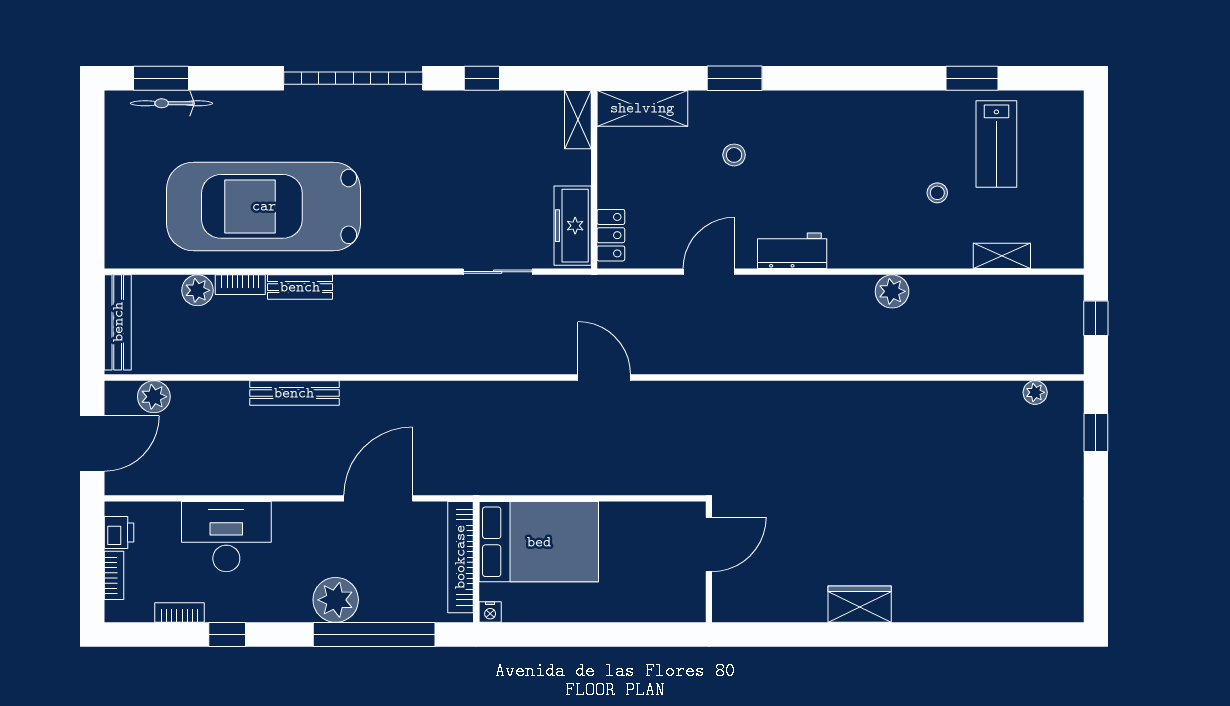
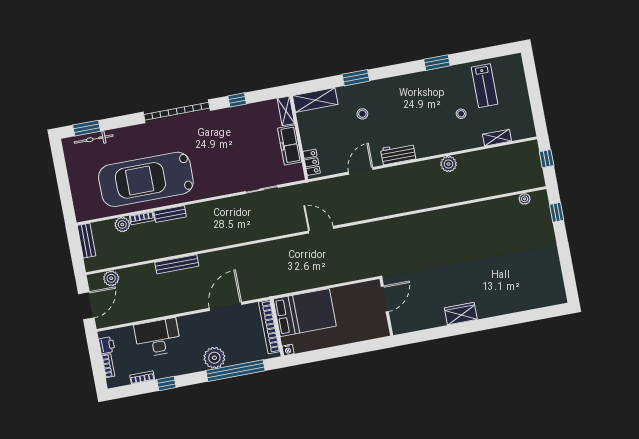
window: (972, 78) -> (437, 63), moved
freezer: (573, 226) -> (290, 145), moved
bench: (118, 322) -> (87, 241), width x0.73

